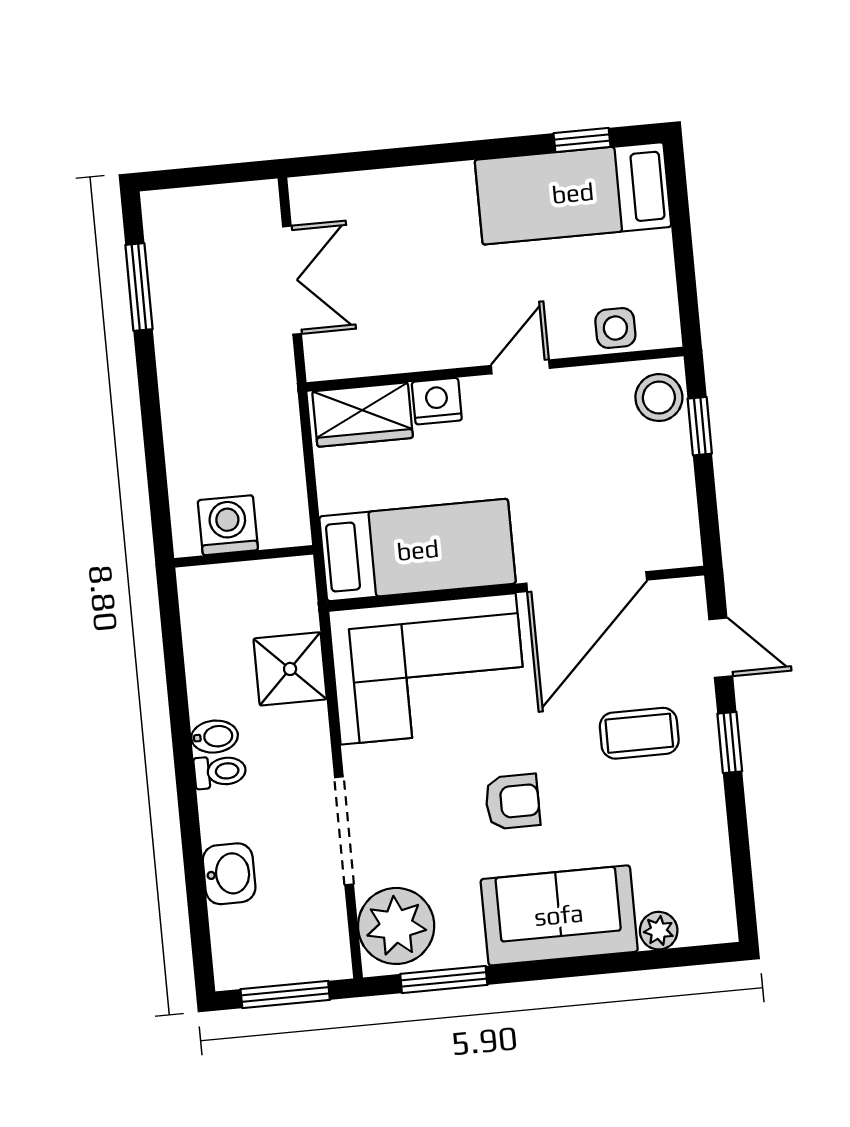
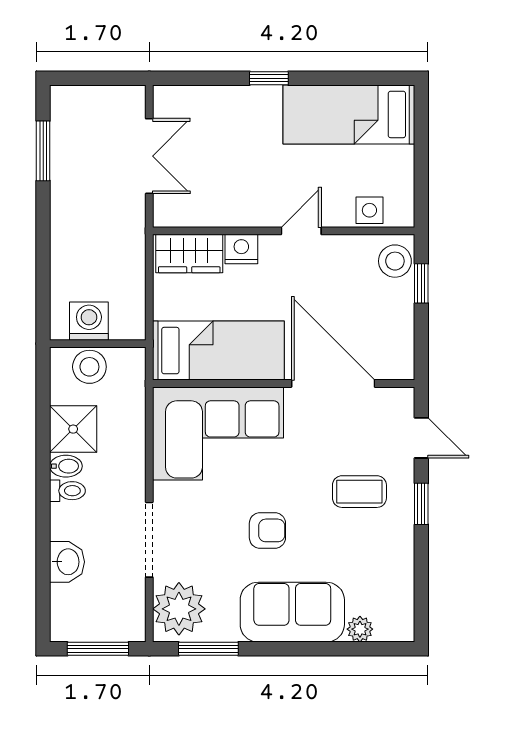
window: (582, 140) -> (269, 78), moved
door: (587, 582) -> (333, 383), swing flipped
stool: (235, 591) -> (89, 367), added
shower: (290, 669) -> (73, 429), moved

